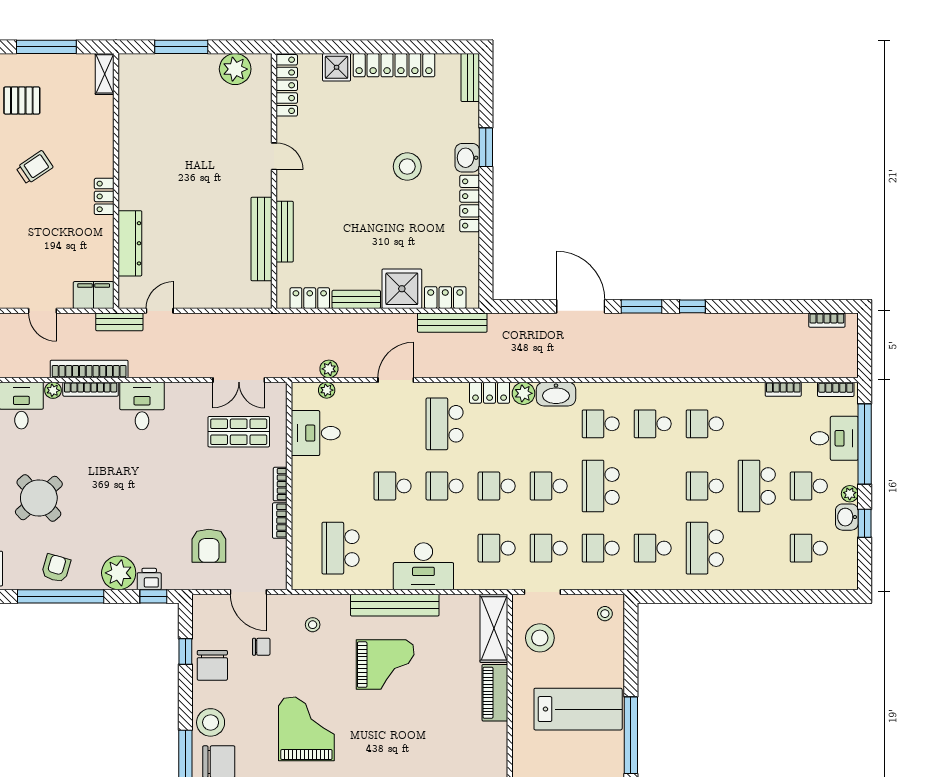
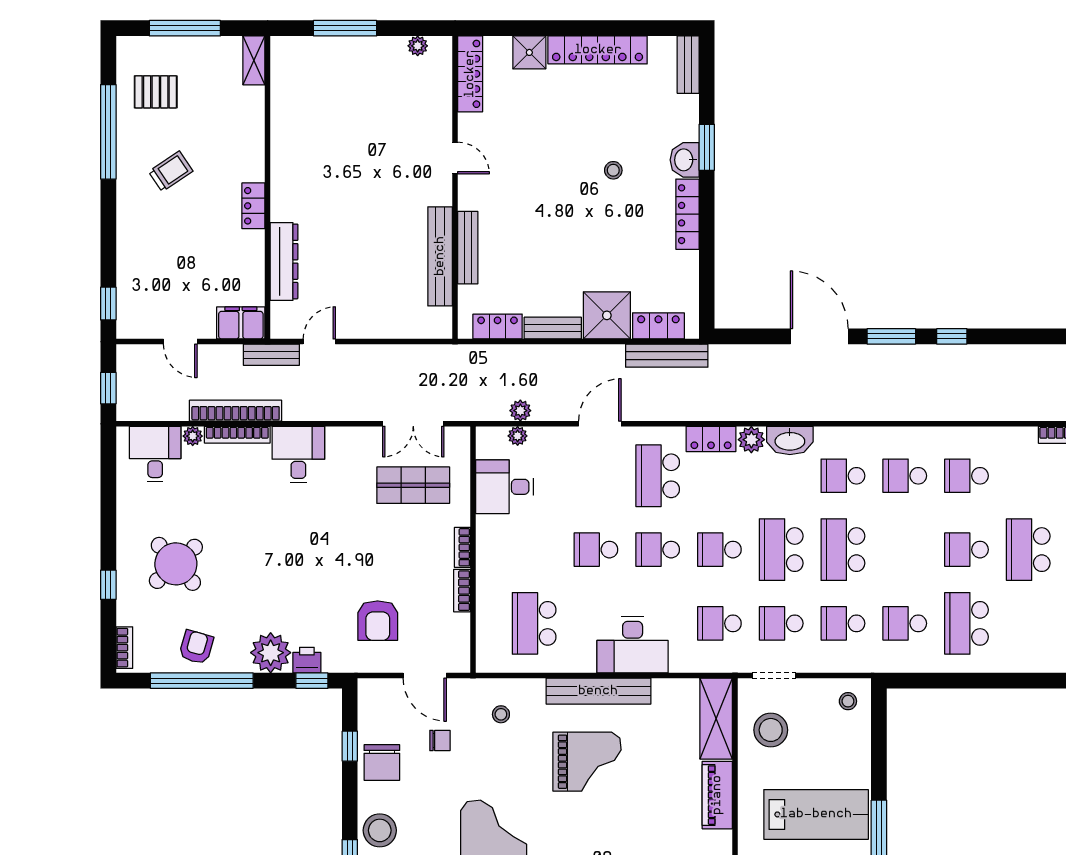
plant: (235, 69) -> (418, 46), width x0.53, depth x0.53
stool: (407, 167) -> (613, 170), width x0.53, depth x0.53
school desk: (549, 486) -> (781, 550), width x1.85

